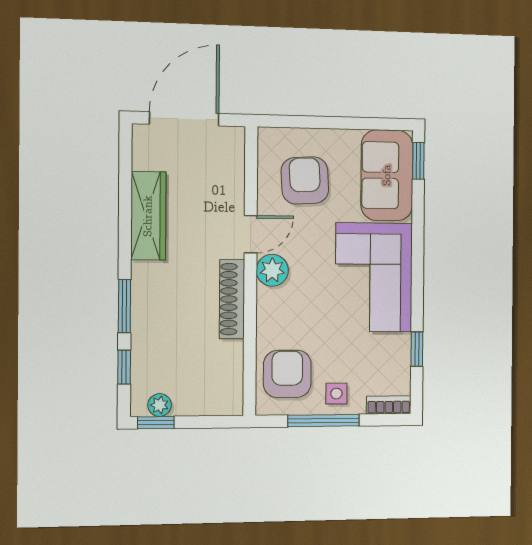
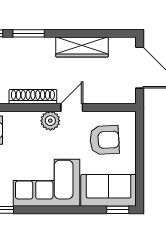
door: (251, 234) -> (72, 107), swing flipped

